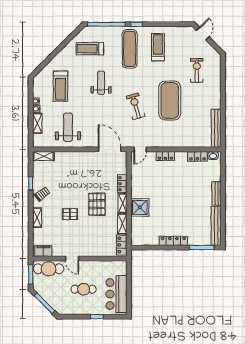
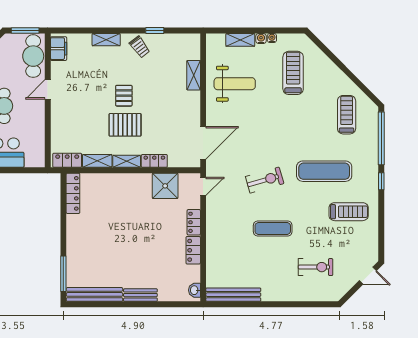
exercise mat: (130, 49) -> (324, 171), moved
weight bench: (101, 83) -> (298, 131), removed
treadmill: (60, 86) -> (293, 73), turned 90
exercise mat: (170, 101) -> (273, 229), width x0.50, depth x0.69
door: (140, 149) -> (203, 186), swing flipped
shelving: (44, 156) -> (194, 75), moved
locker: (197, 156) -> (193, 250), moved
shower: (140, 207) -> (165, 186), moved
pallet: (70, 214) -> (124, 96), moved
locker: (173, 241) -> (73, 193), moved

